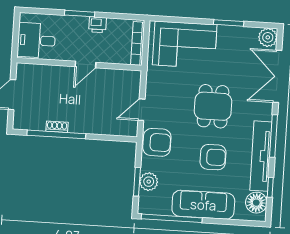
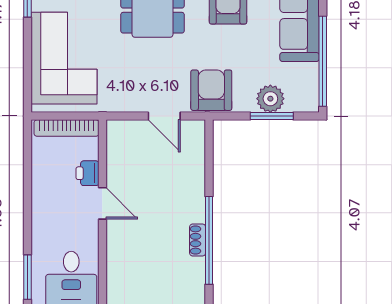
window: (80, 14) -> (27, 277), moved
printer: (98, 25) -> (88, 173), moved, turned 180

